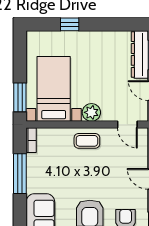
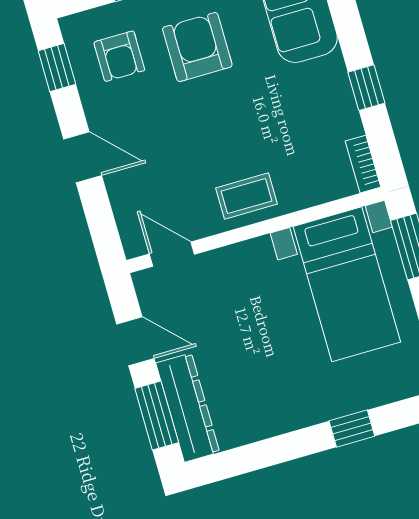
plant: (91, 112) -> (254, 258), removed
window: (20, 174) -> (366, 88), width x0.46

